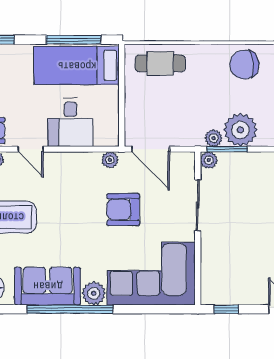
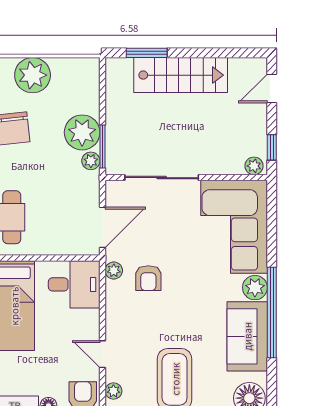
desk: (70, 122) -> (74, 284), moved
door: (31, 149) -> (102, 354), swing flipped
plant: (209, 160) -> (254, 166), moved
sliding door: (198, 205) -> (162, 178), width x1.37
armchair: (123, 209) -> (148, 278), moved, width x0.72, depth x0.72

